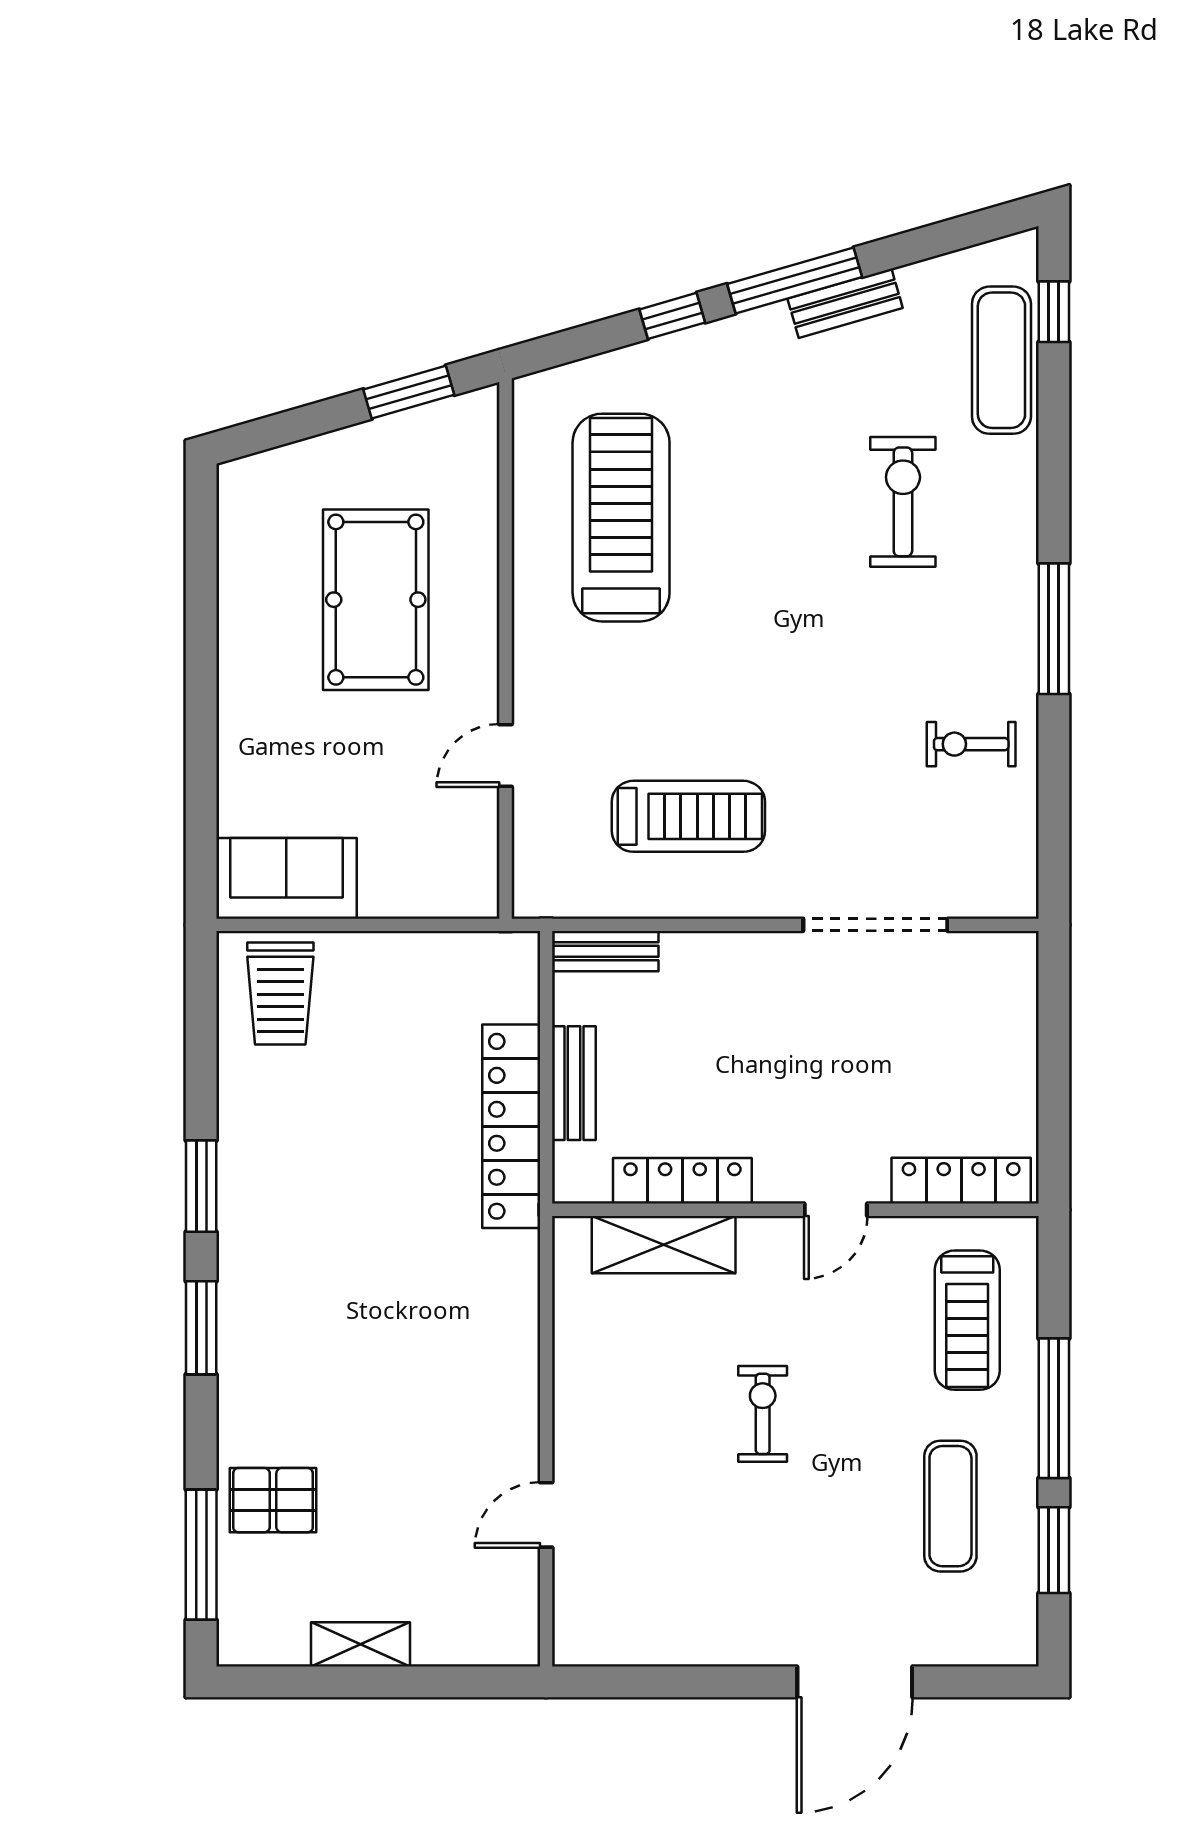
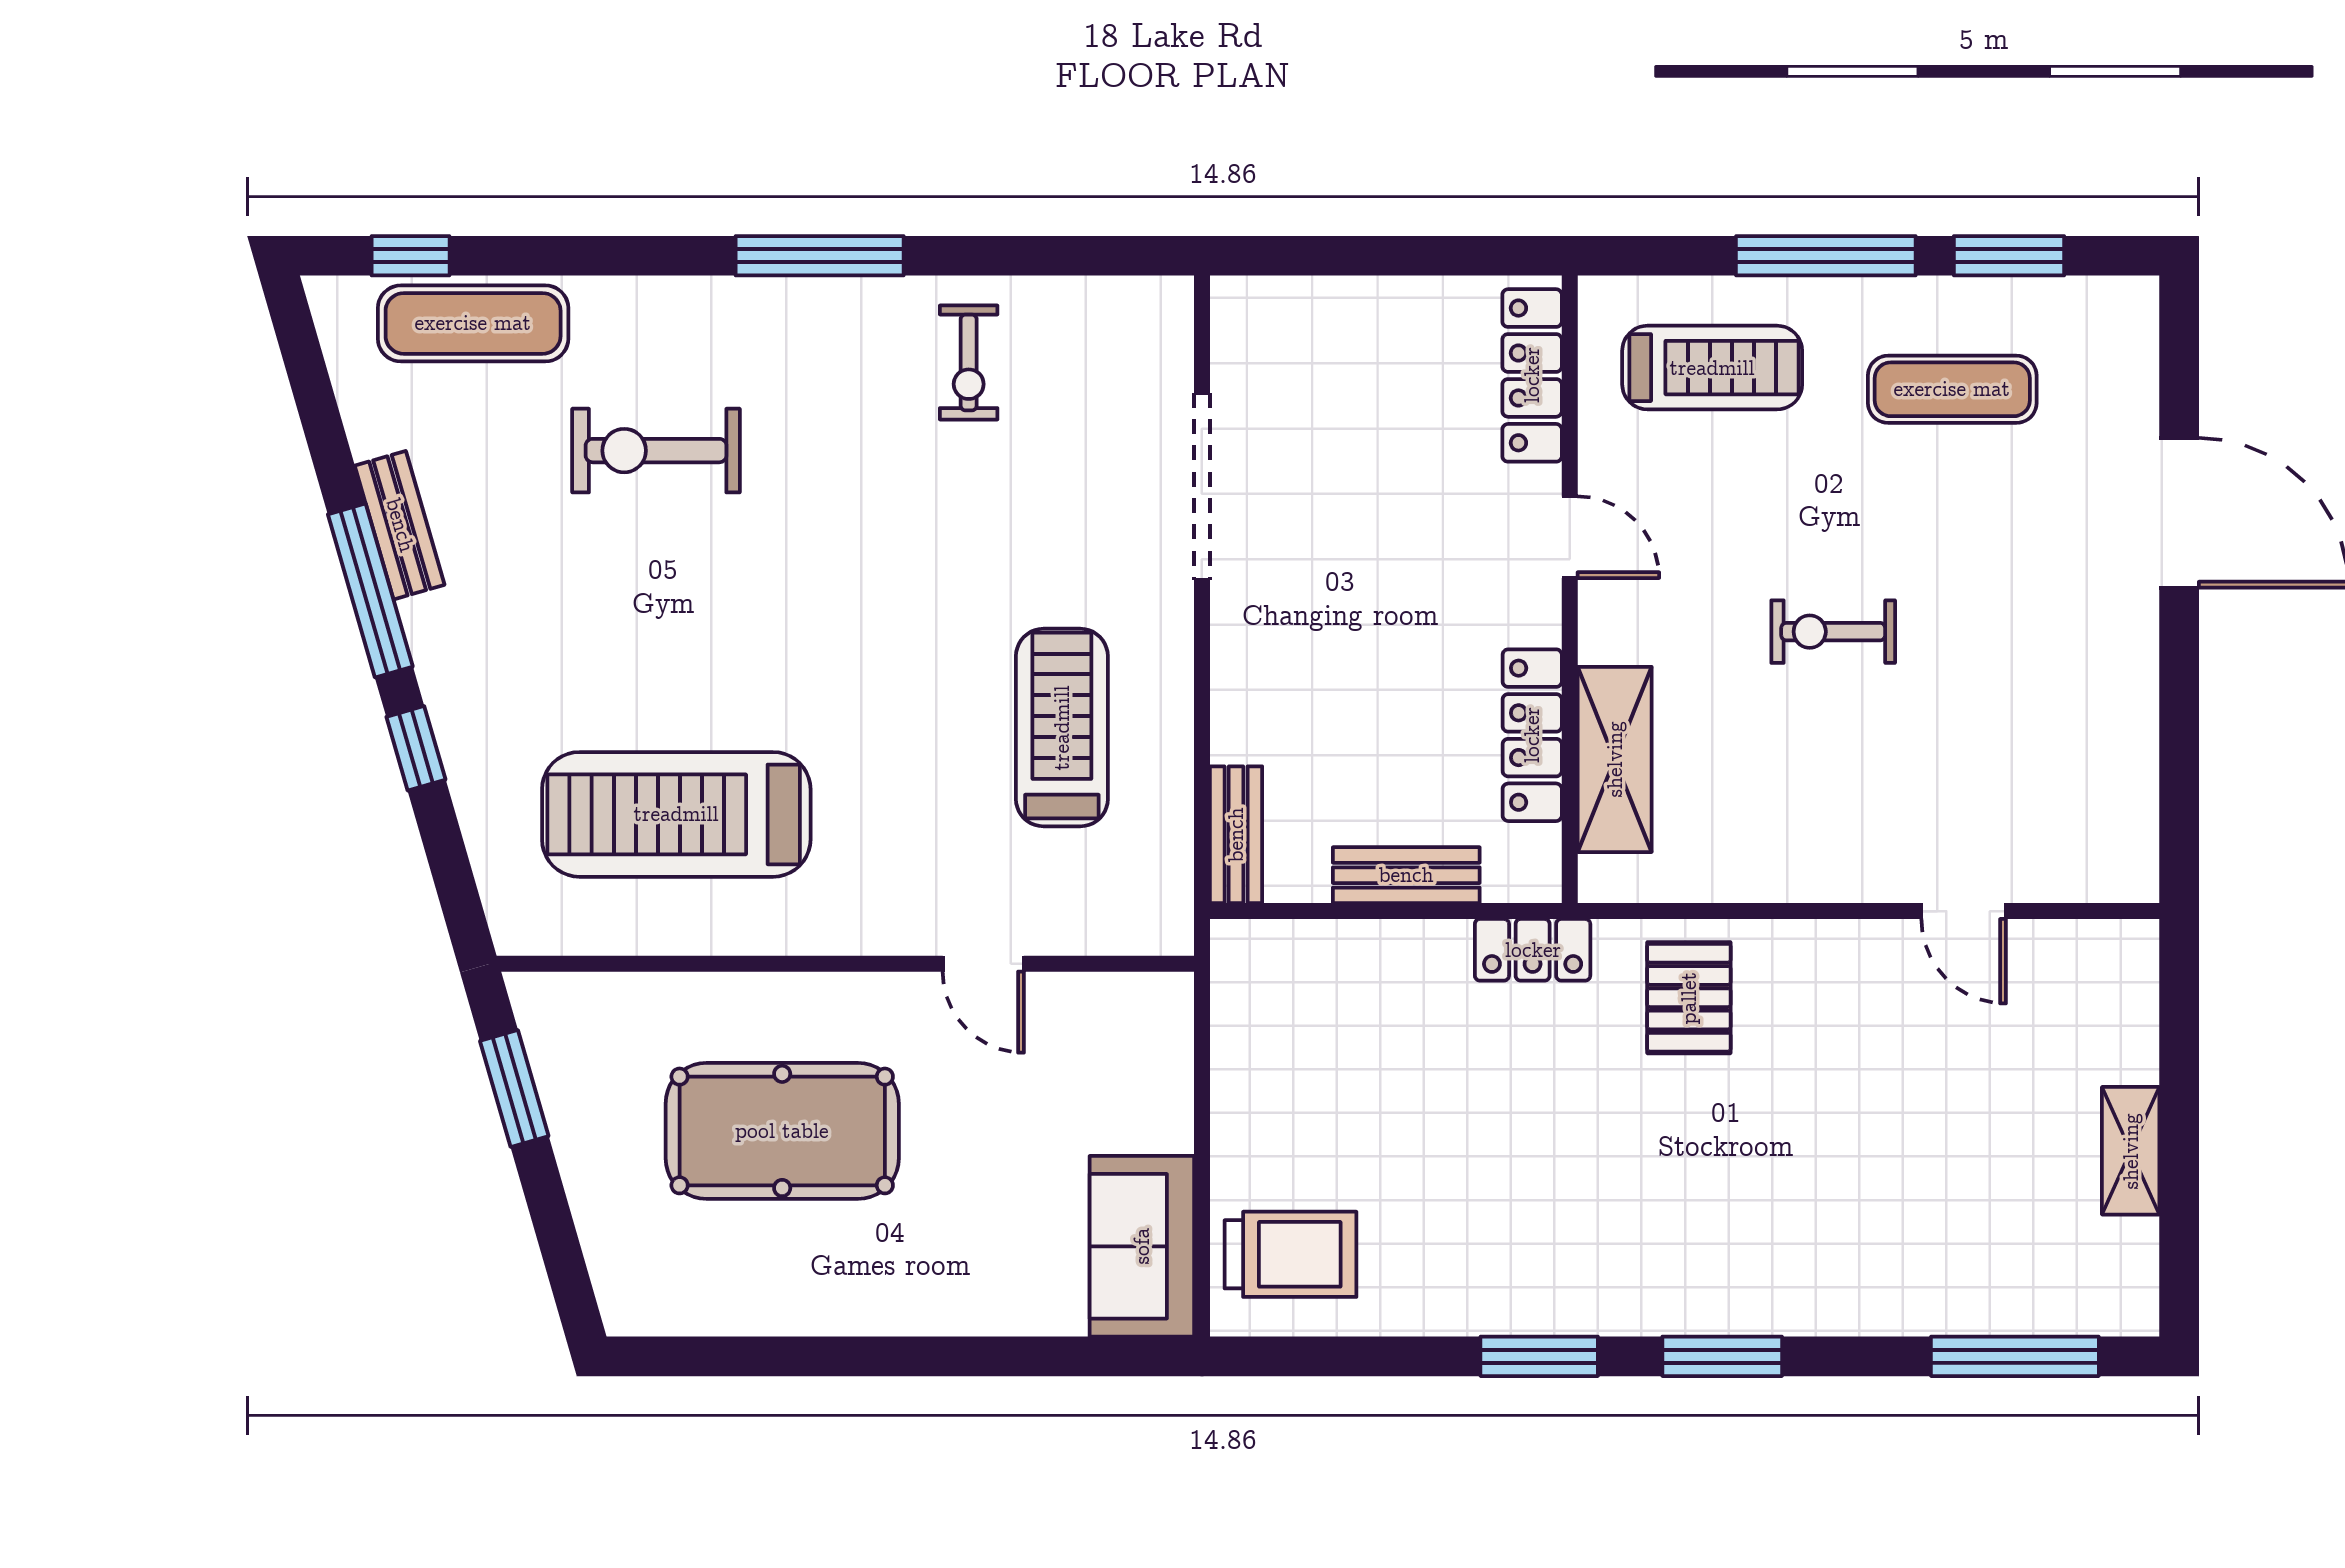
locker: (511, 1126) -> (1533, 950), width x0.46, depth x0.83
pallet: (273, 1500) -> (1689, 998), moved

